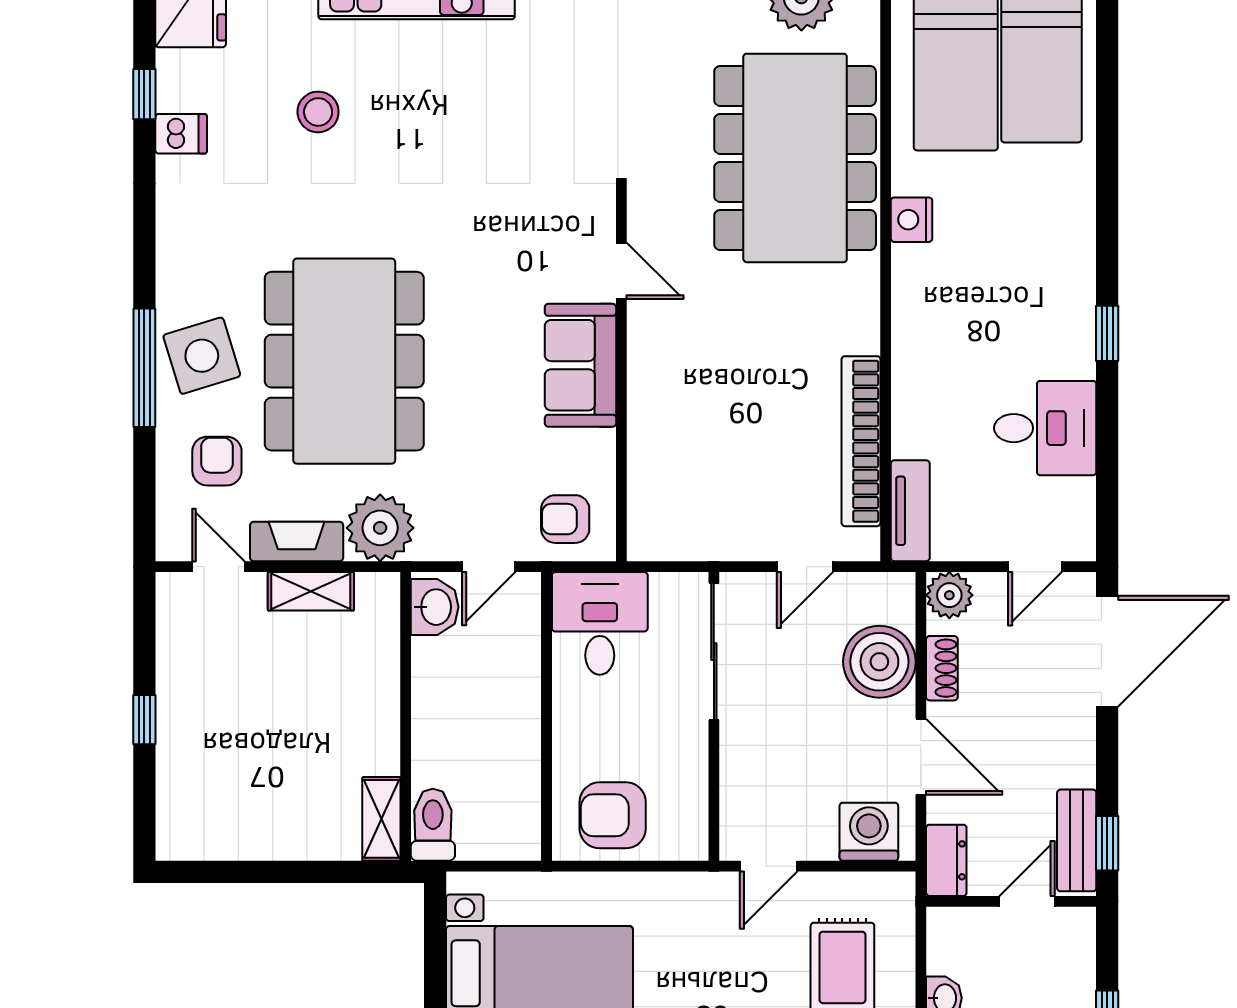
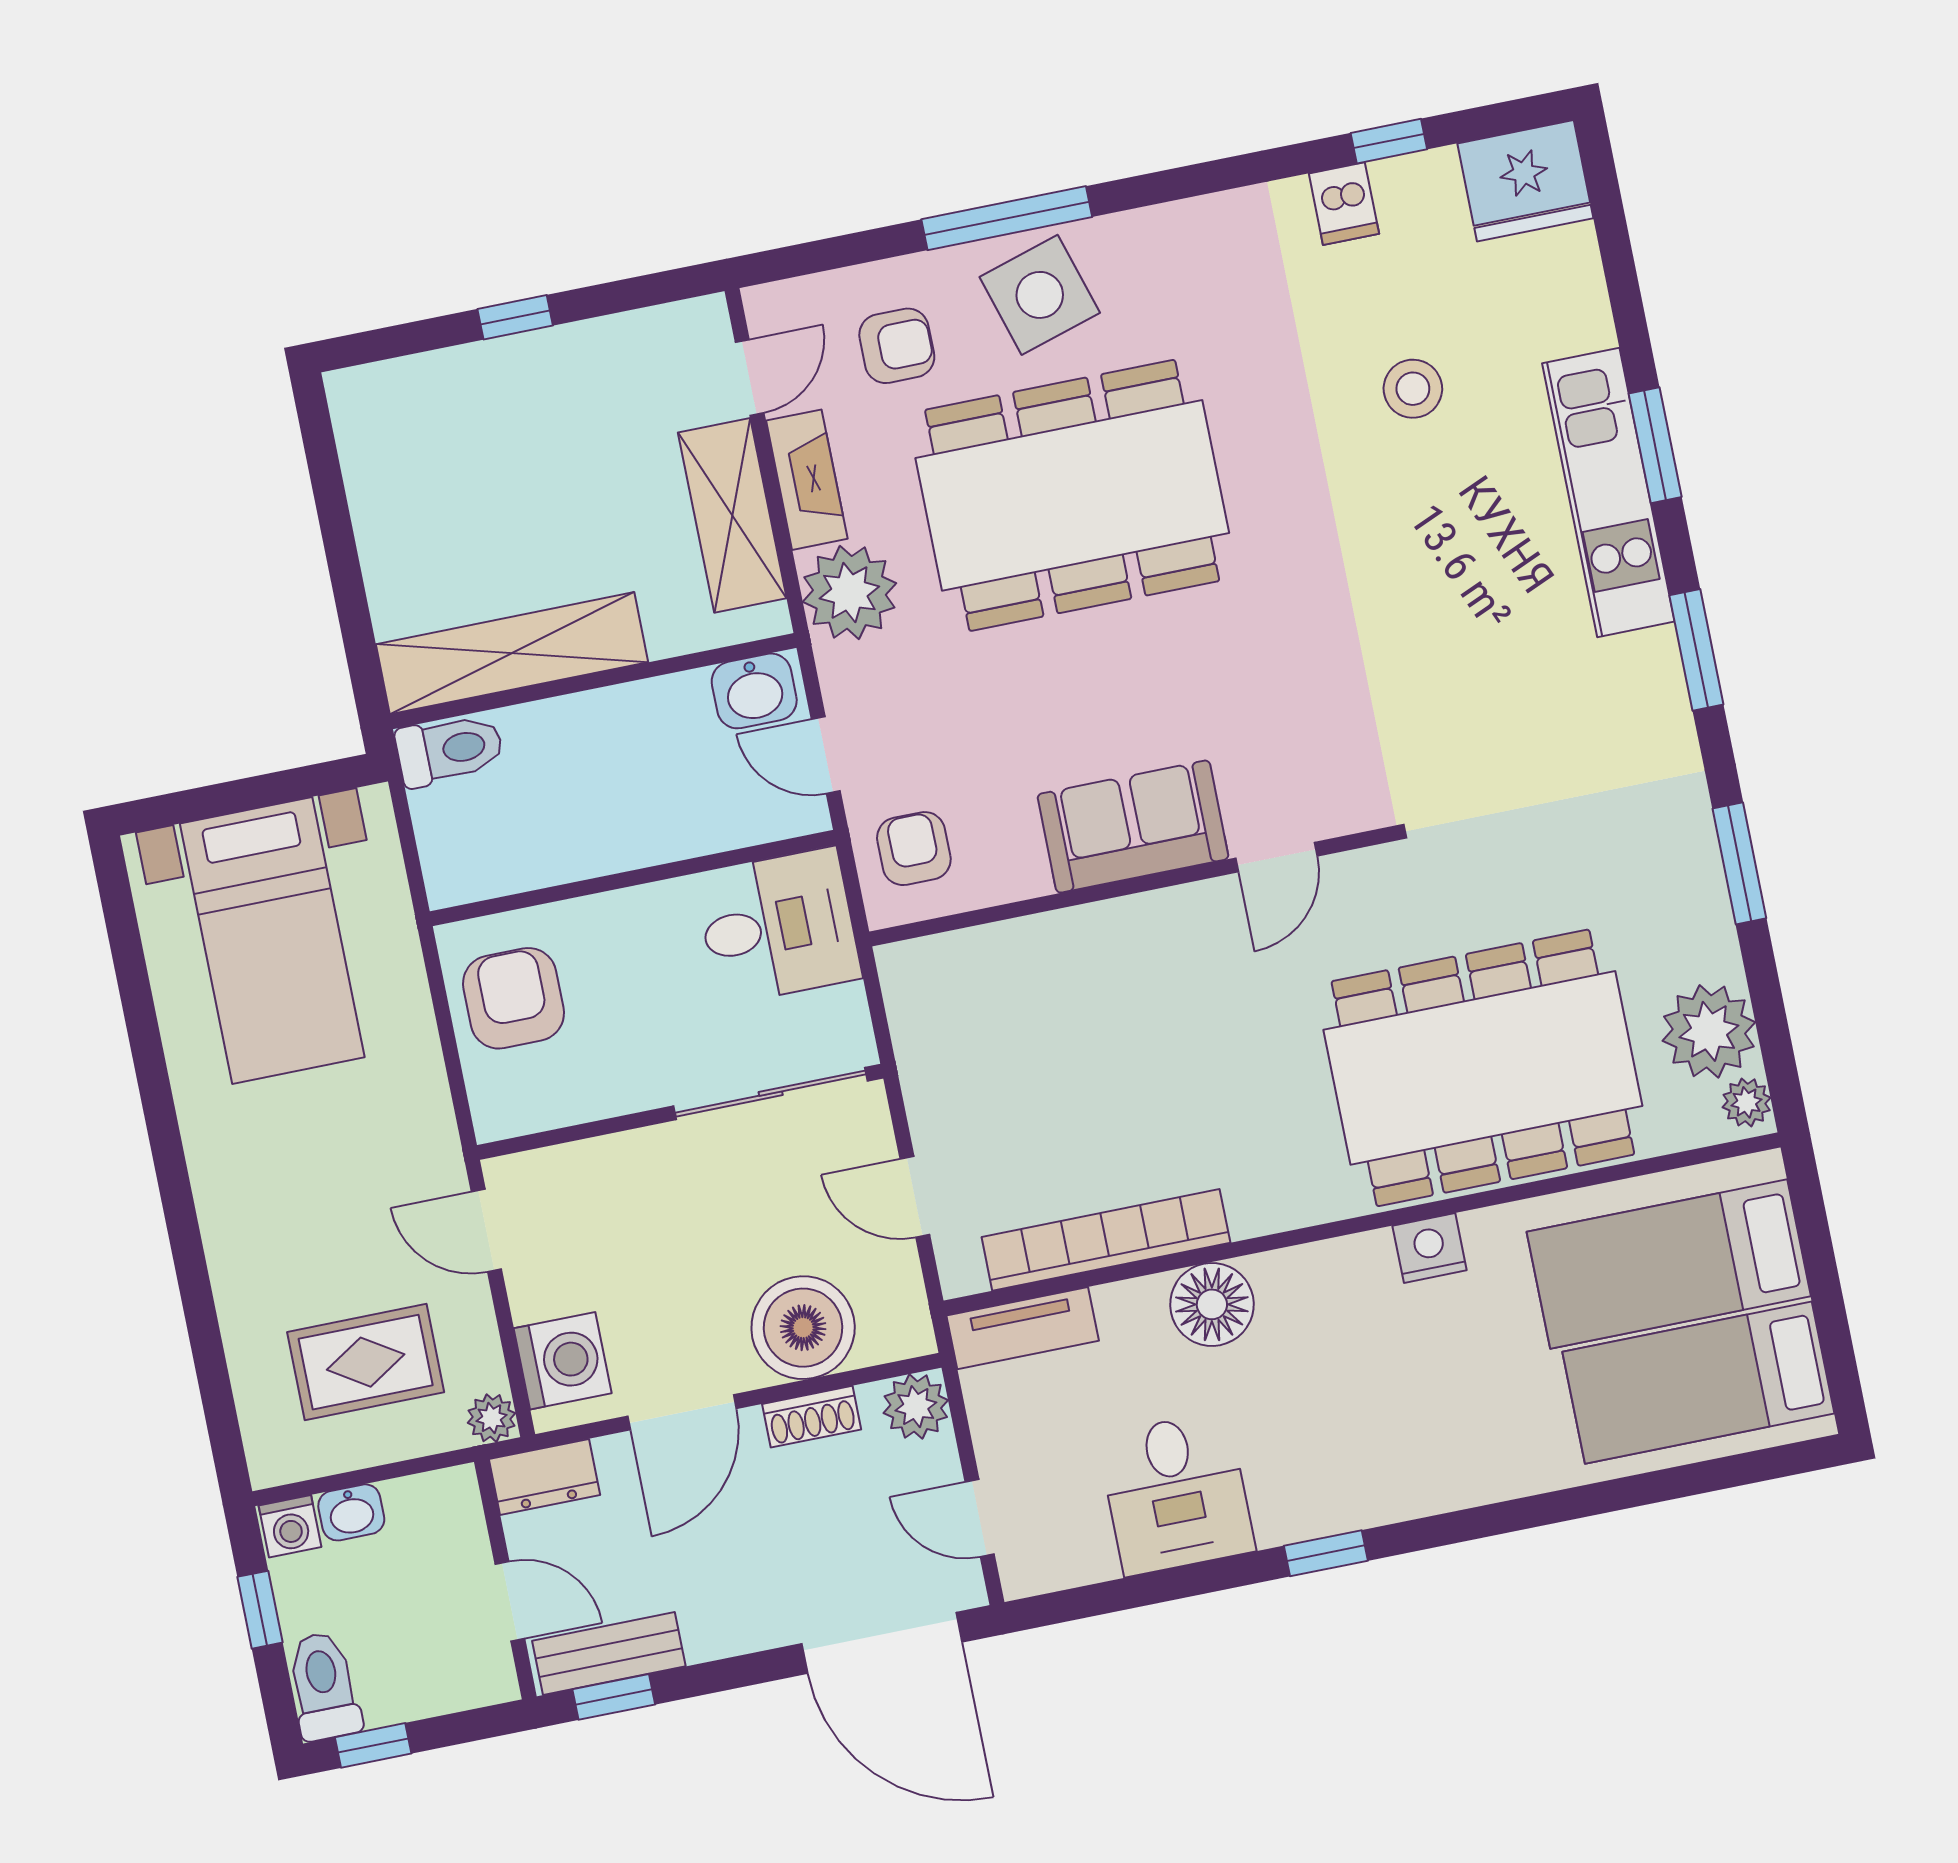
floor lamp: (920, 377) -> (1212, 1304), added
shelving: (311, 591) -> (732, 515), width x1.50, depth x1.33
shelving: (381, 819) -> (512, 653), width x2.20, depth x1.33
plant: (898, 889) -> (492, 1418), added

